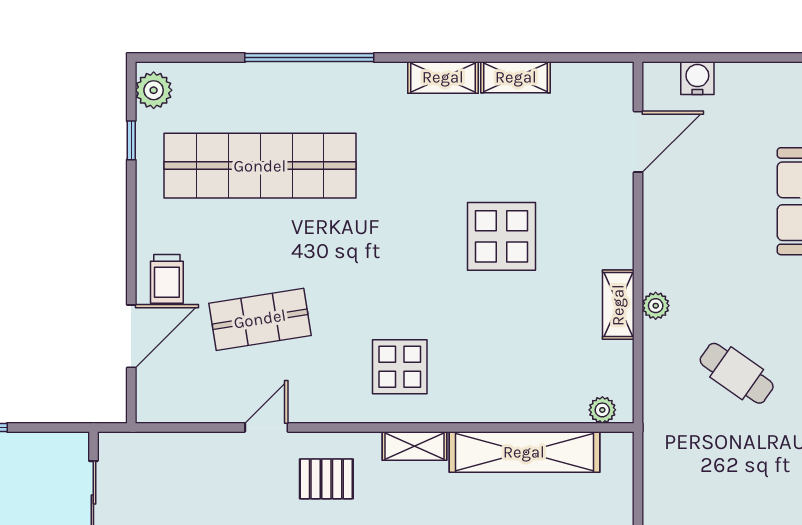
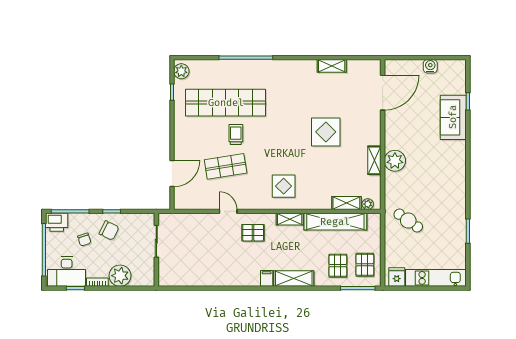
shelving: (443, 77) -> (346, 203), moved
water cooler: (697, 78) -> (430, 66), moved
door: (638, 142) -> (383, 93), width x1.36
trolley: (167, 279) -> (236, 135), moved, turned 180
plant: (656, 306) -> (395, 161), width x1.88, depth x1.88
cafe table: (737, 373) -> (408, 221), moved
door: (266, 427) -> (228, 211), hinge flipped

